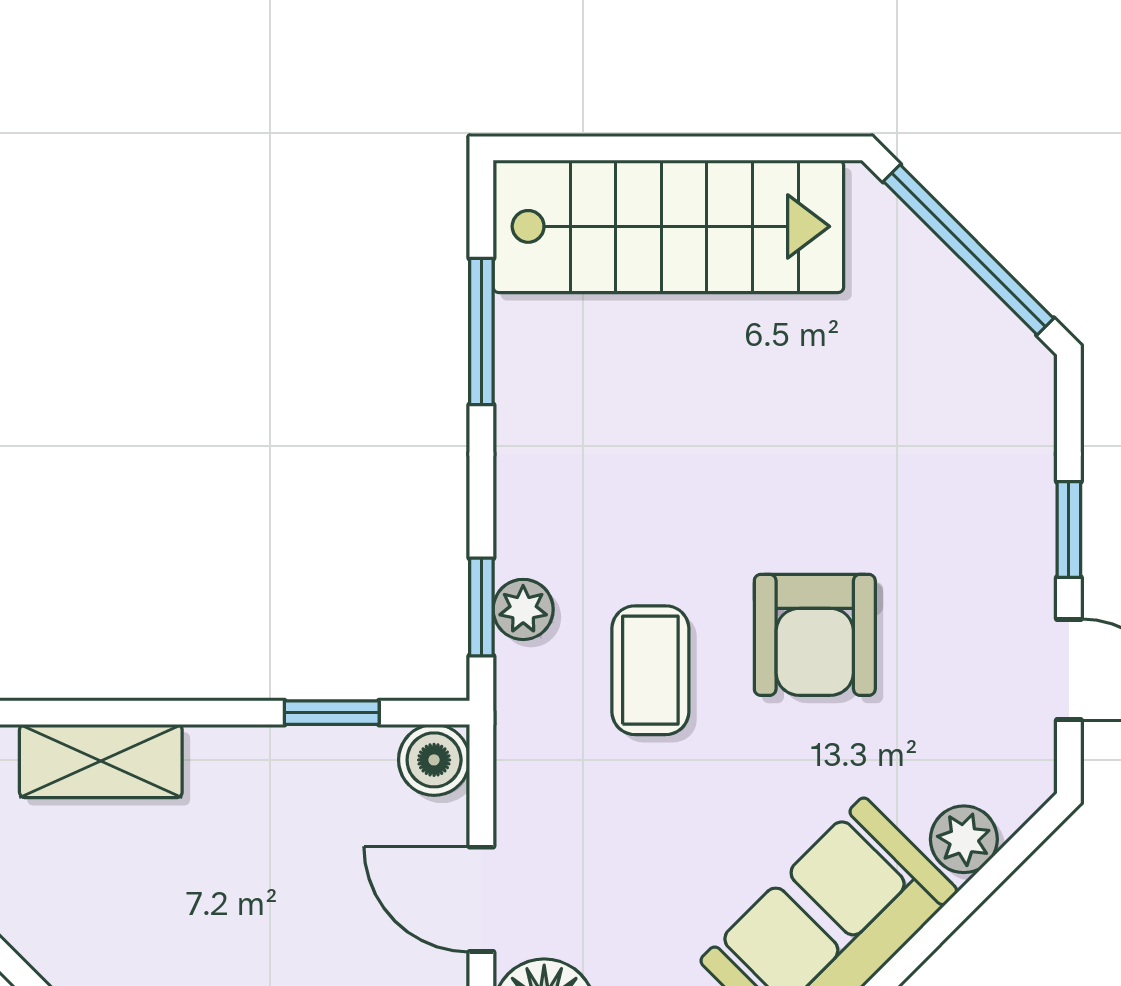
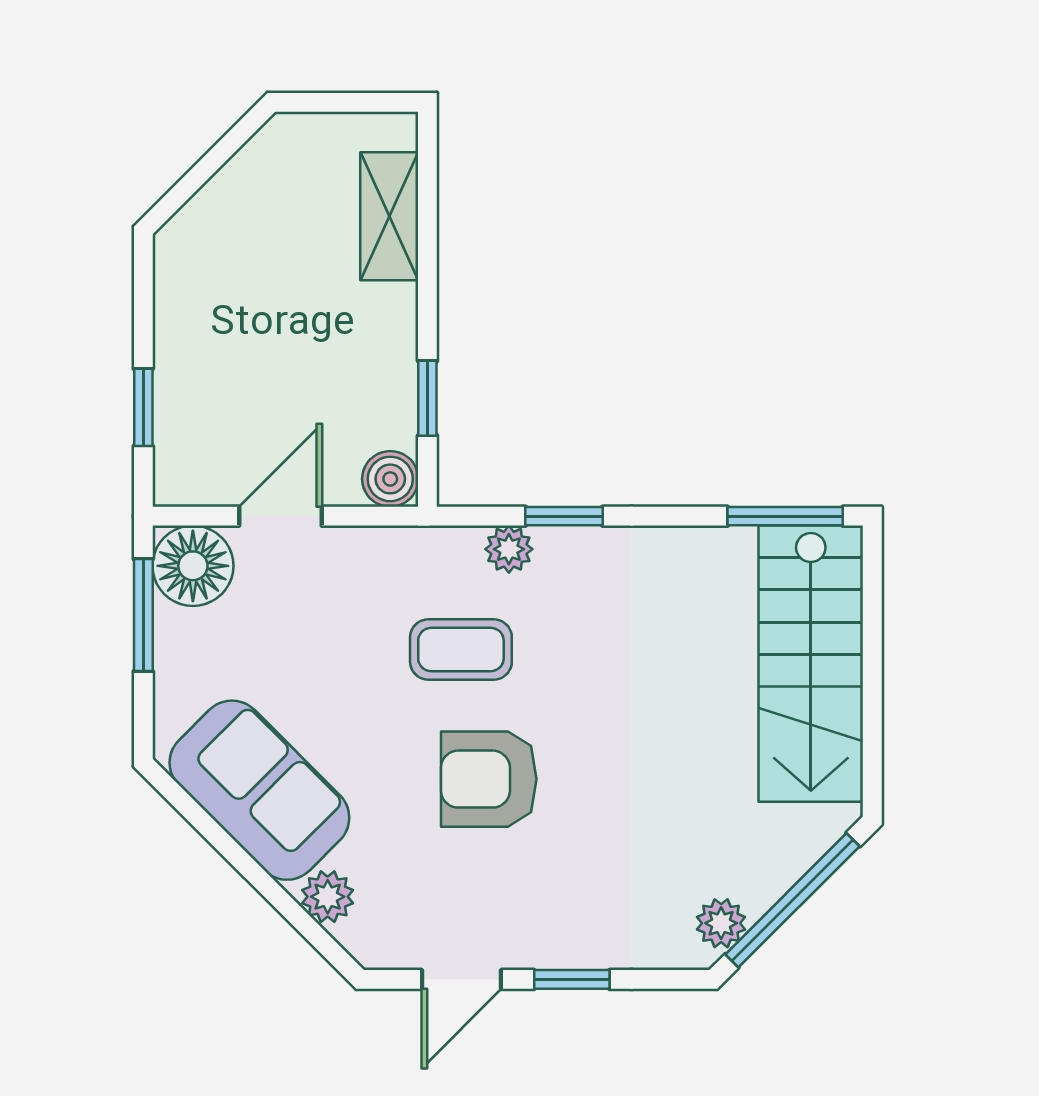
window: (481, 331) -> (785, 516), moved
plant: (998, 340) -> (721, 923), added
window: (481, 607) -> (564, 516), moved

